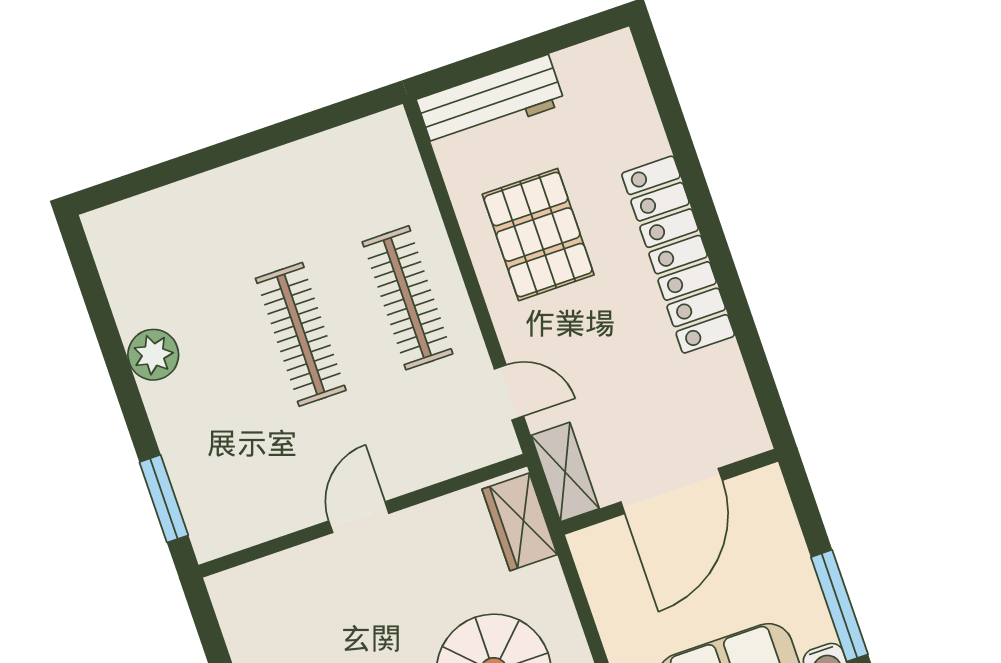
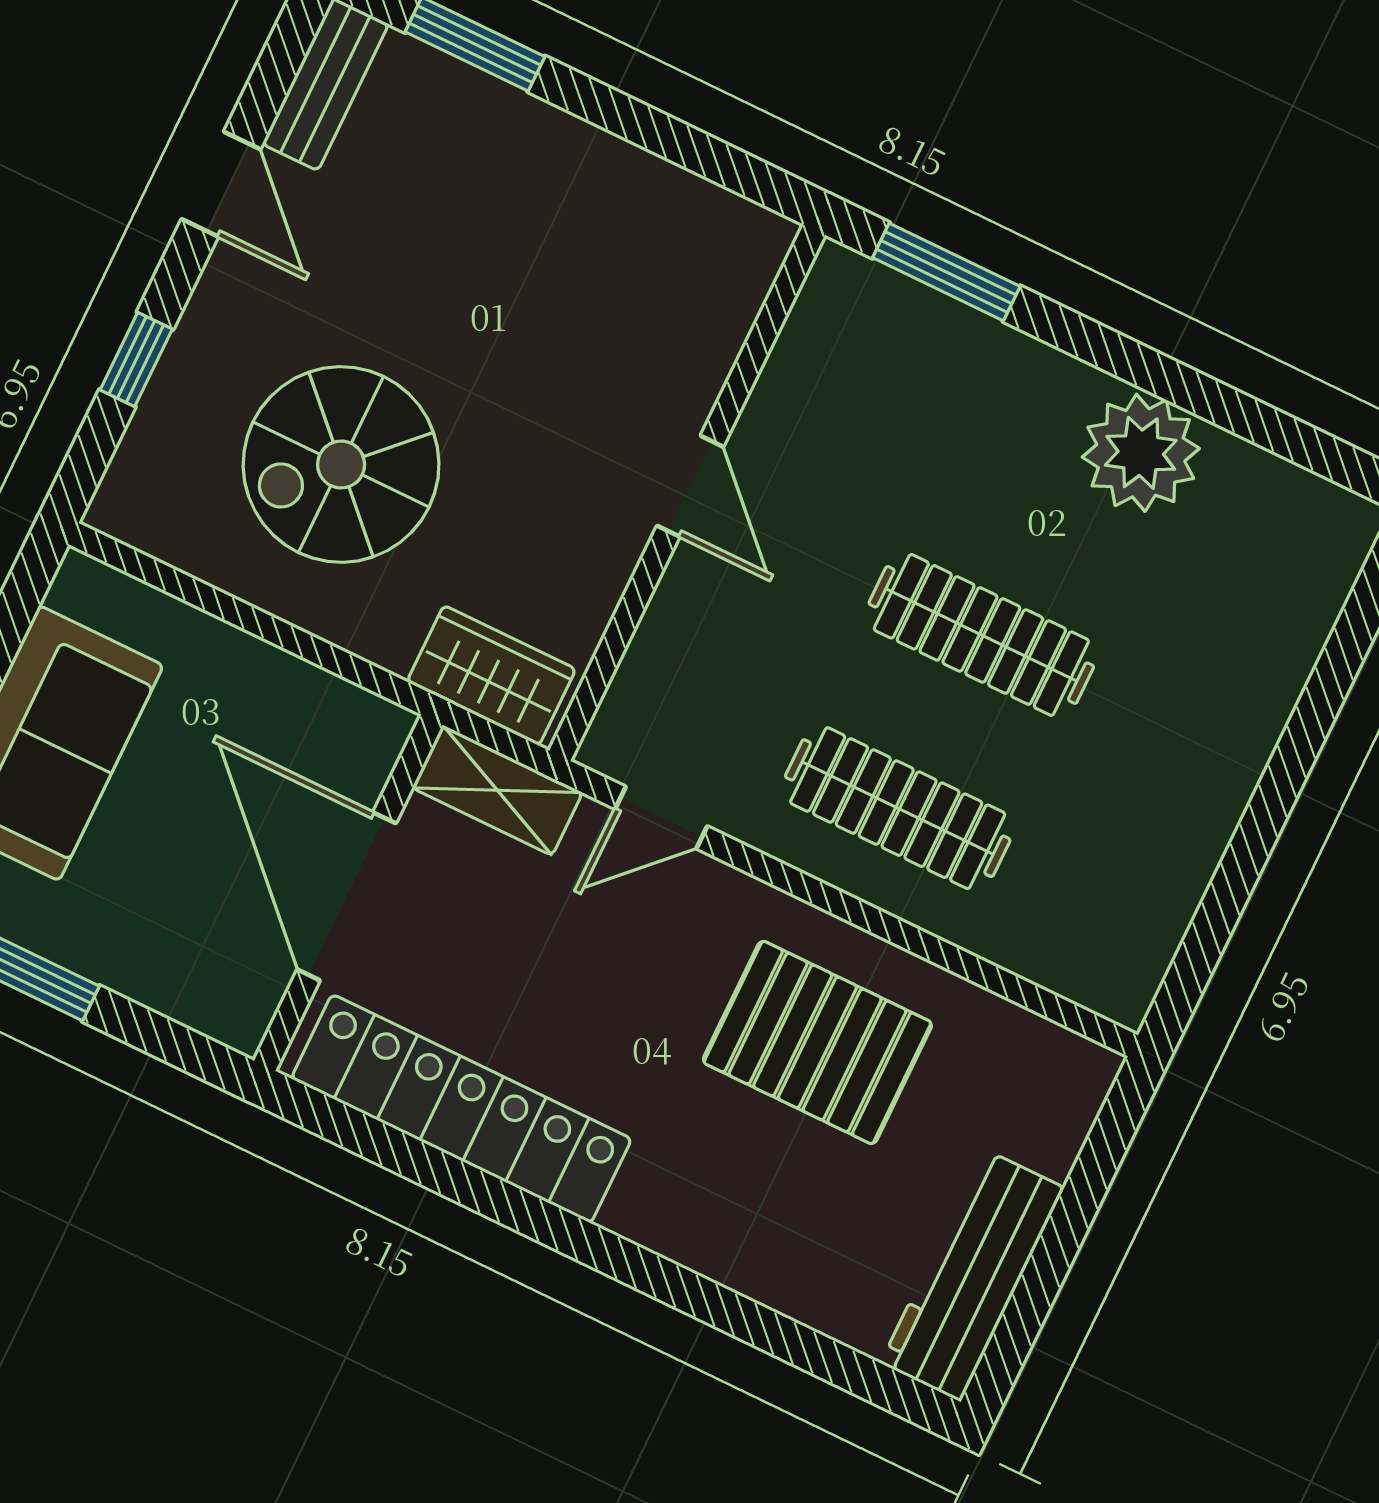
workbench: (491, 102) -> (972, 1275), moved
locker: (678, 255) -> (461, 1109), moved
plant: (153, 355) -> (1141, 453), width x1.36, depth x1.36

